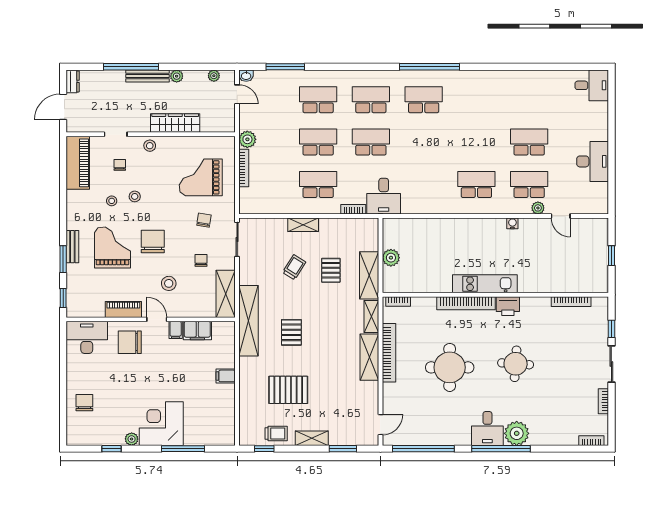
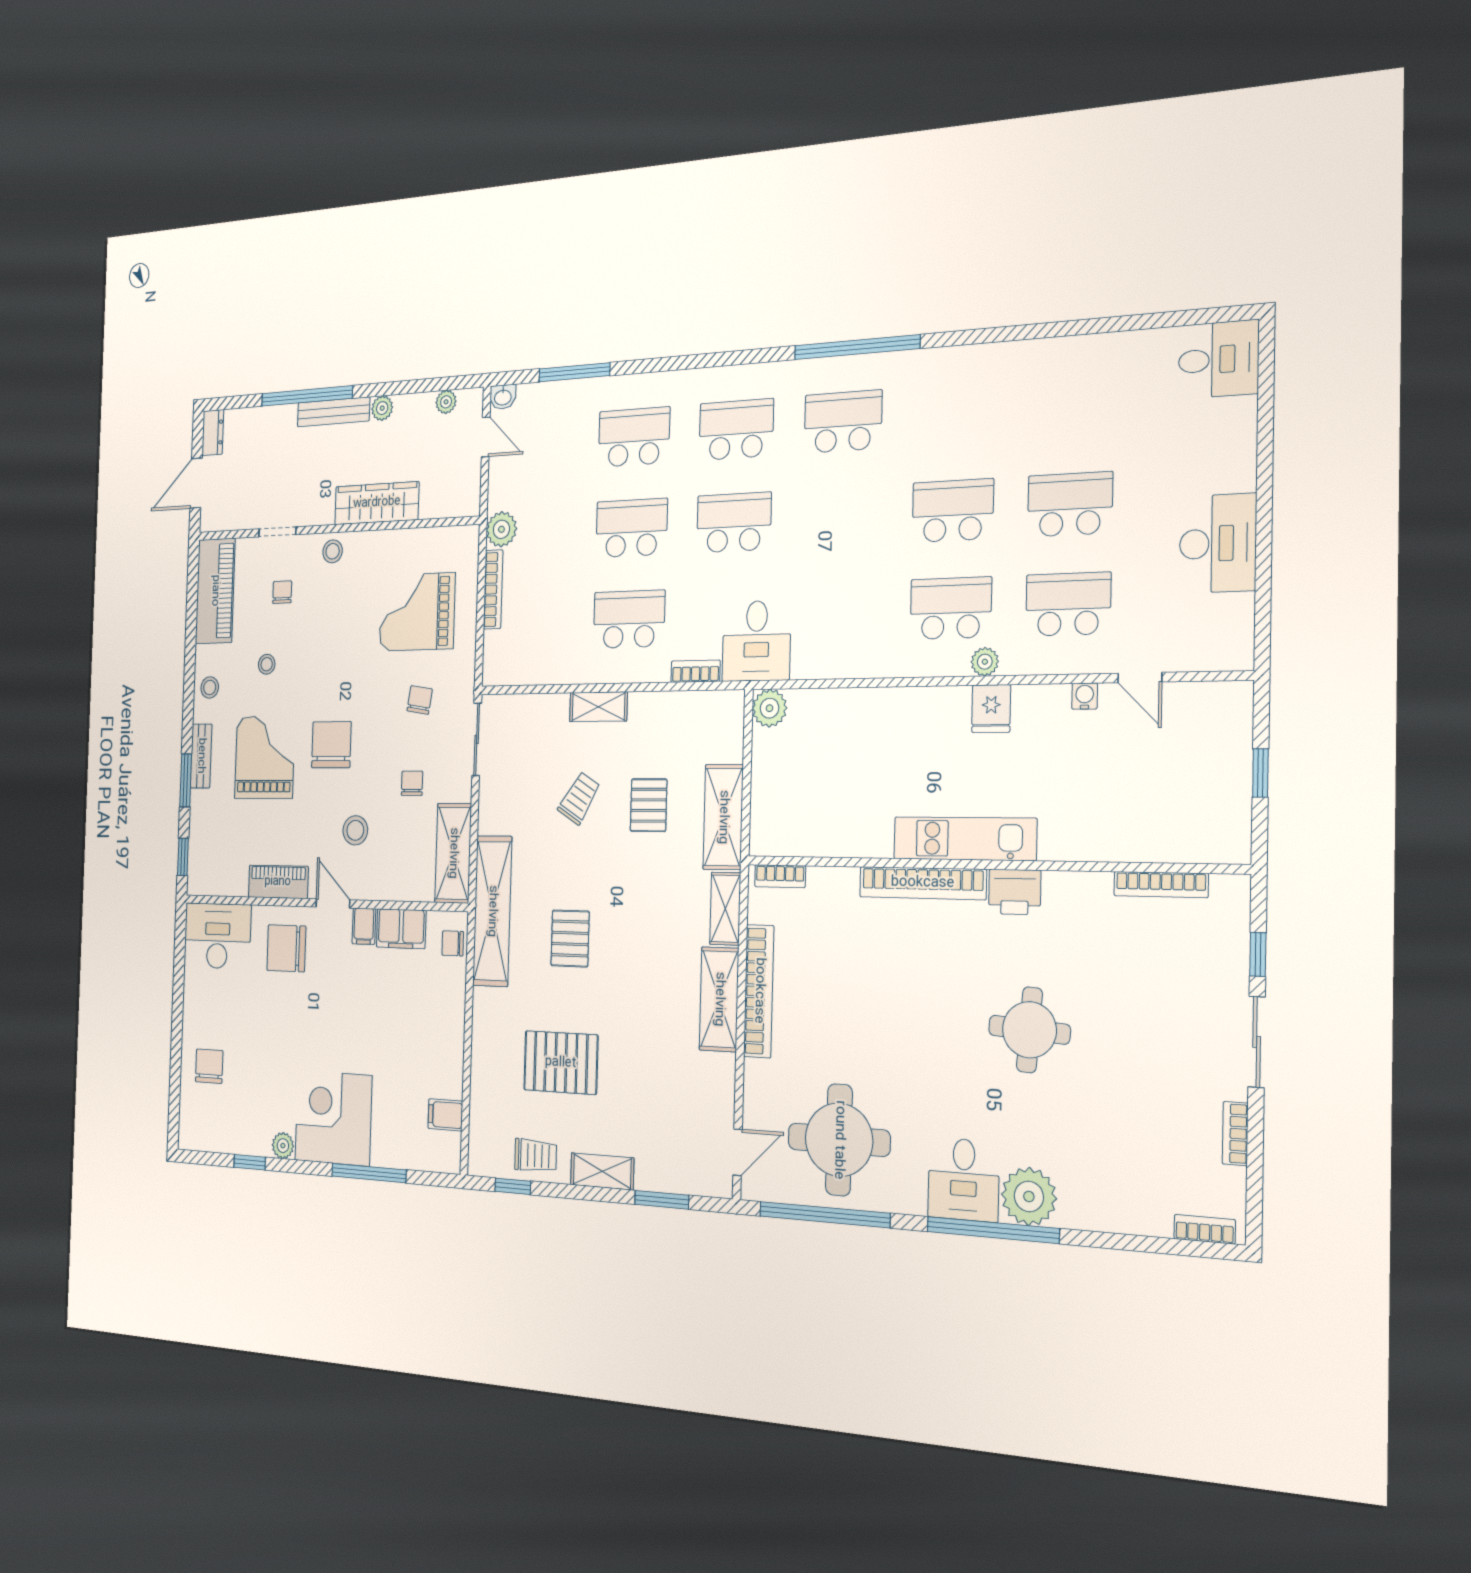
school desk: (476, 142) -> (953, 511), added
stool: (135, 196) -> (210, 687), moved
plant: (538, 208) -> (985, 662), moved
water cooler: (512, 223) -> (1085, 696), moved
fridge: (496, 228) -> (991, 709), added
plant: (391, 258) -> (770, 708), moved
chair: (227, 337) -> (453, 943), added
round table: (450, 367) -> (839, 1140), moved
filing cabinet: (226, 376) -> (445, 1115), moved

